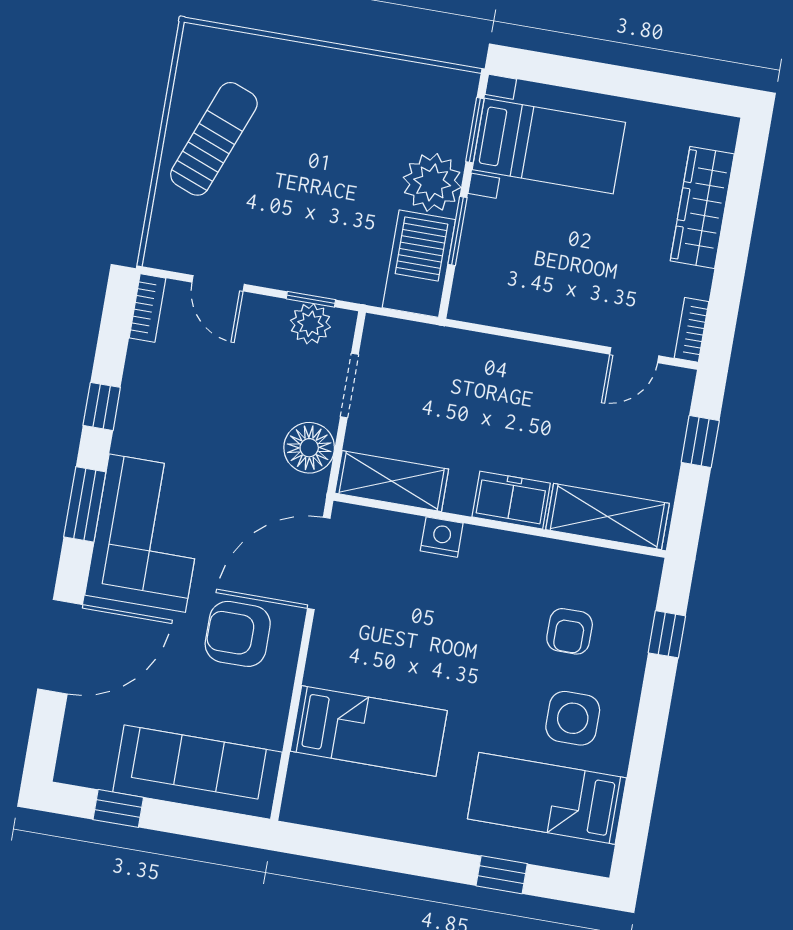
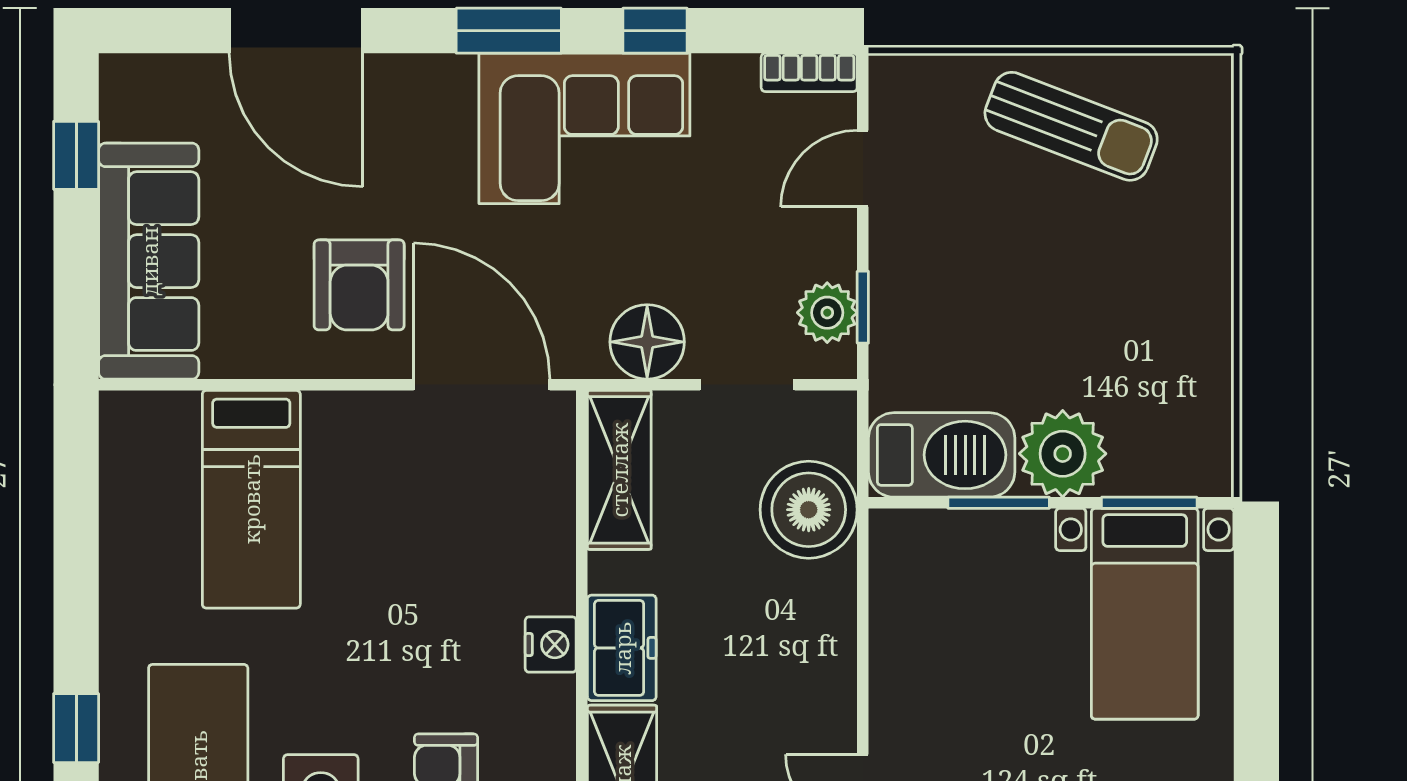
boiler: (440, 359) -> (809, 510), added
corner sofa: (147, 533) -> (584, 128), moved
nightstand: (442, 537) -> (551, 645), moved
armchair: (238, 634) -> (359, 285), turned 180

